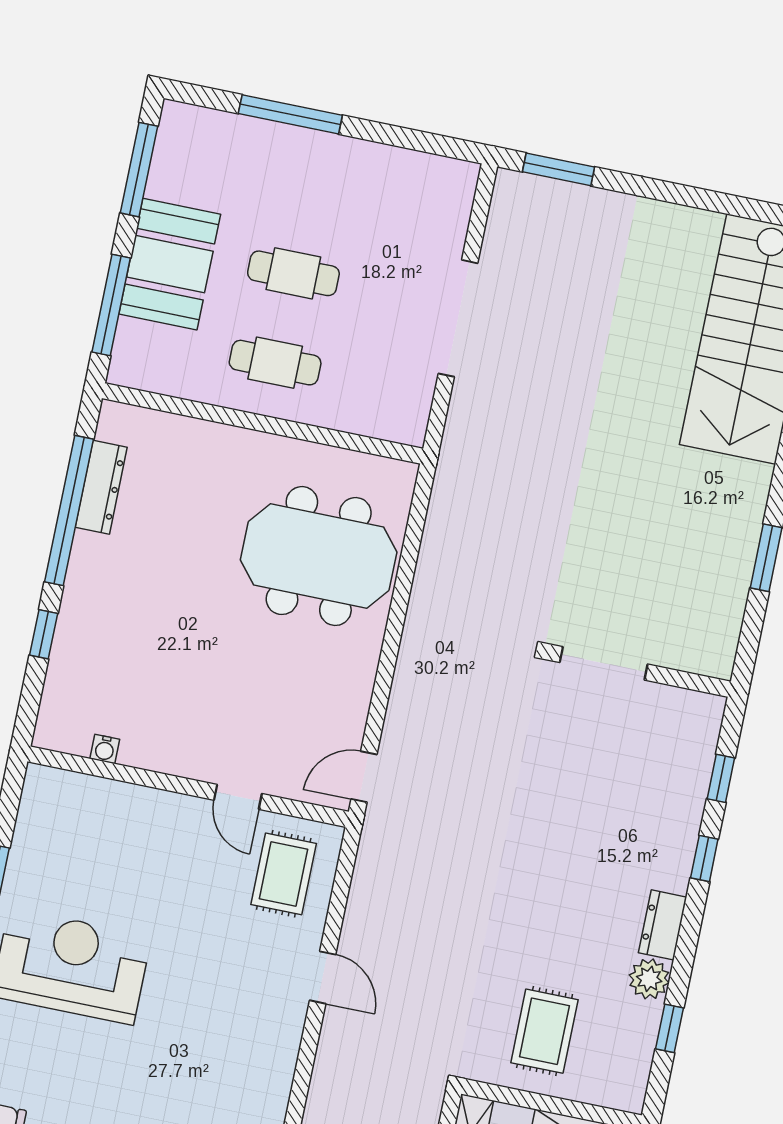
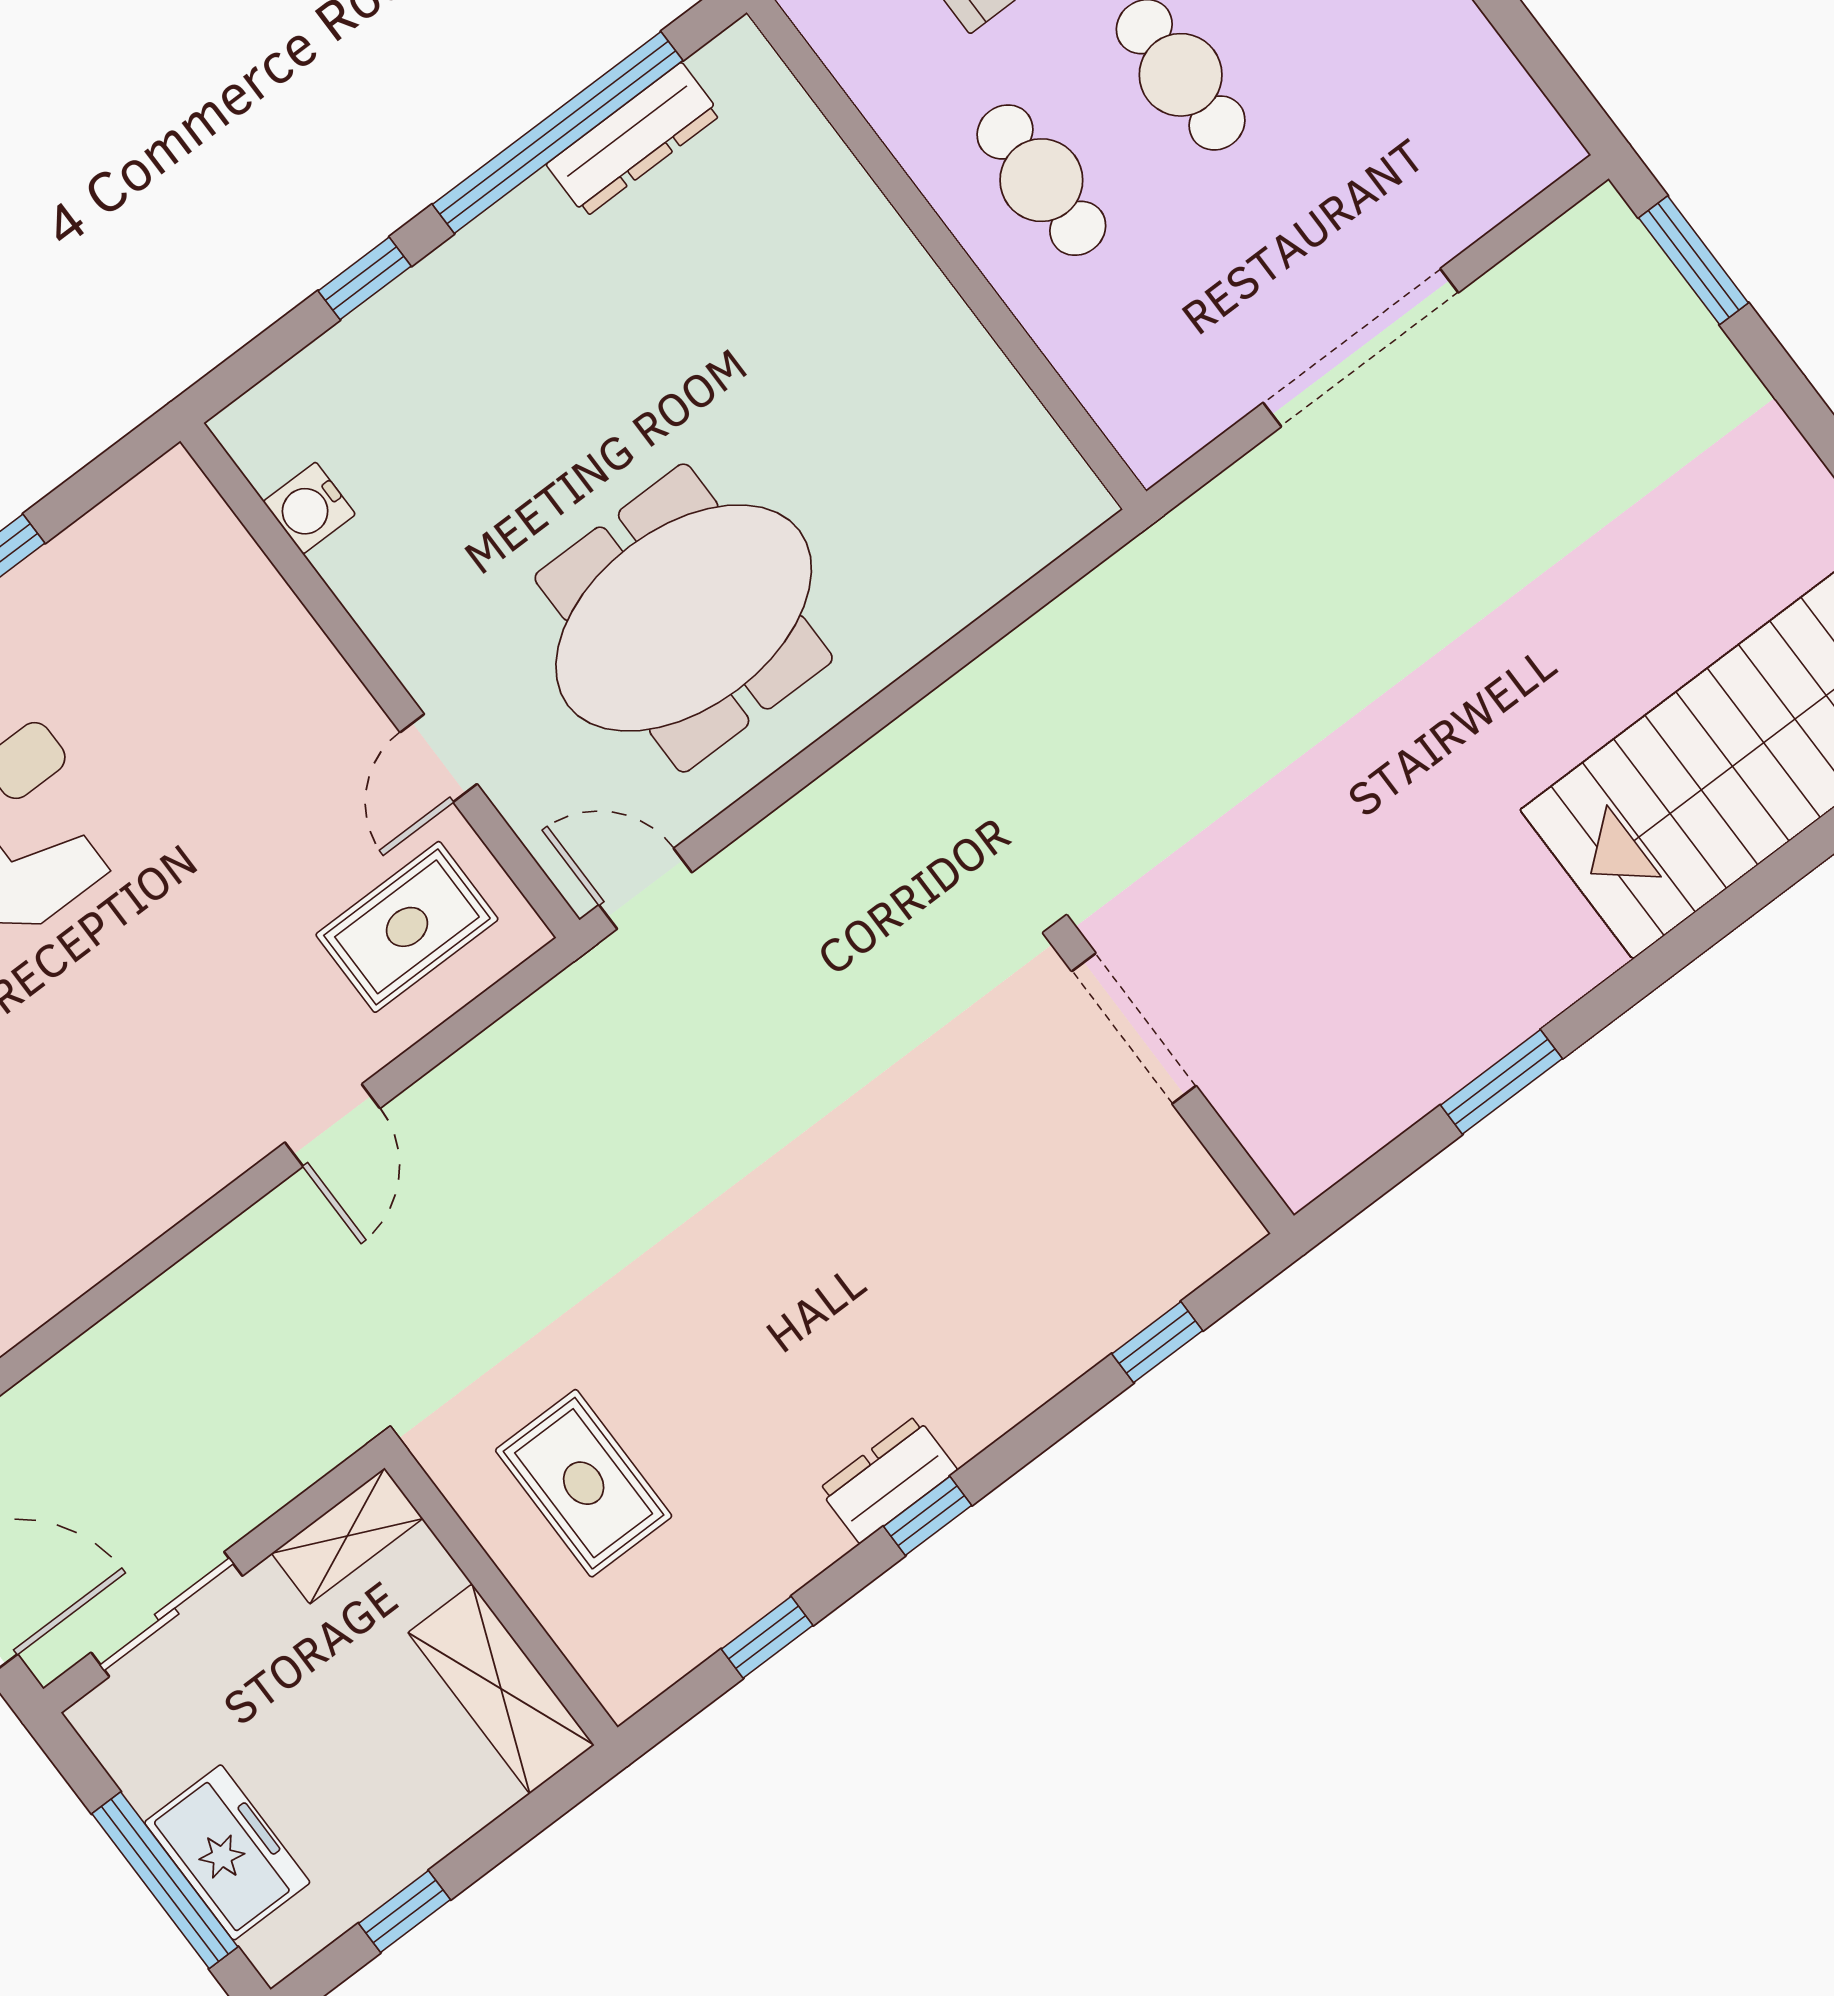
meeting table: (319, 556) -> (684, 618), moved, turned 90
water cooler: (105, 749) -> (309, 508), width x1.38, depth x1.38
window: (704, 858) -> (928, 1516), moved
plant: (649, 979) -> (800, 1540), removed
rug: (544, 1031) -> (584, 1483), turned 90

